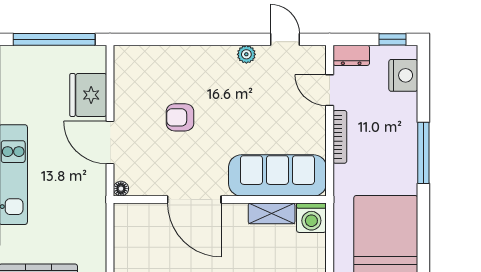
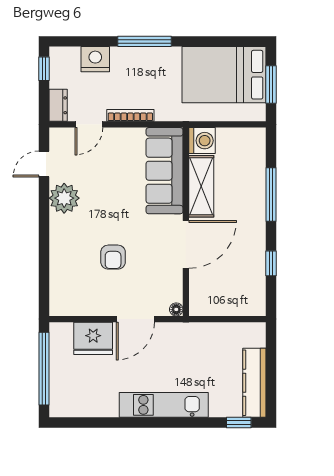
plant: (246, 54) -> (64, 198), width x1.87, depth x1.87
nightstand: (403, 75) -> (95, 59), moved
shelving: (272, 213) -> (201, 186), width x1.50, depth x1.33

